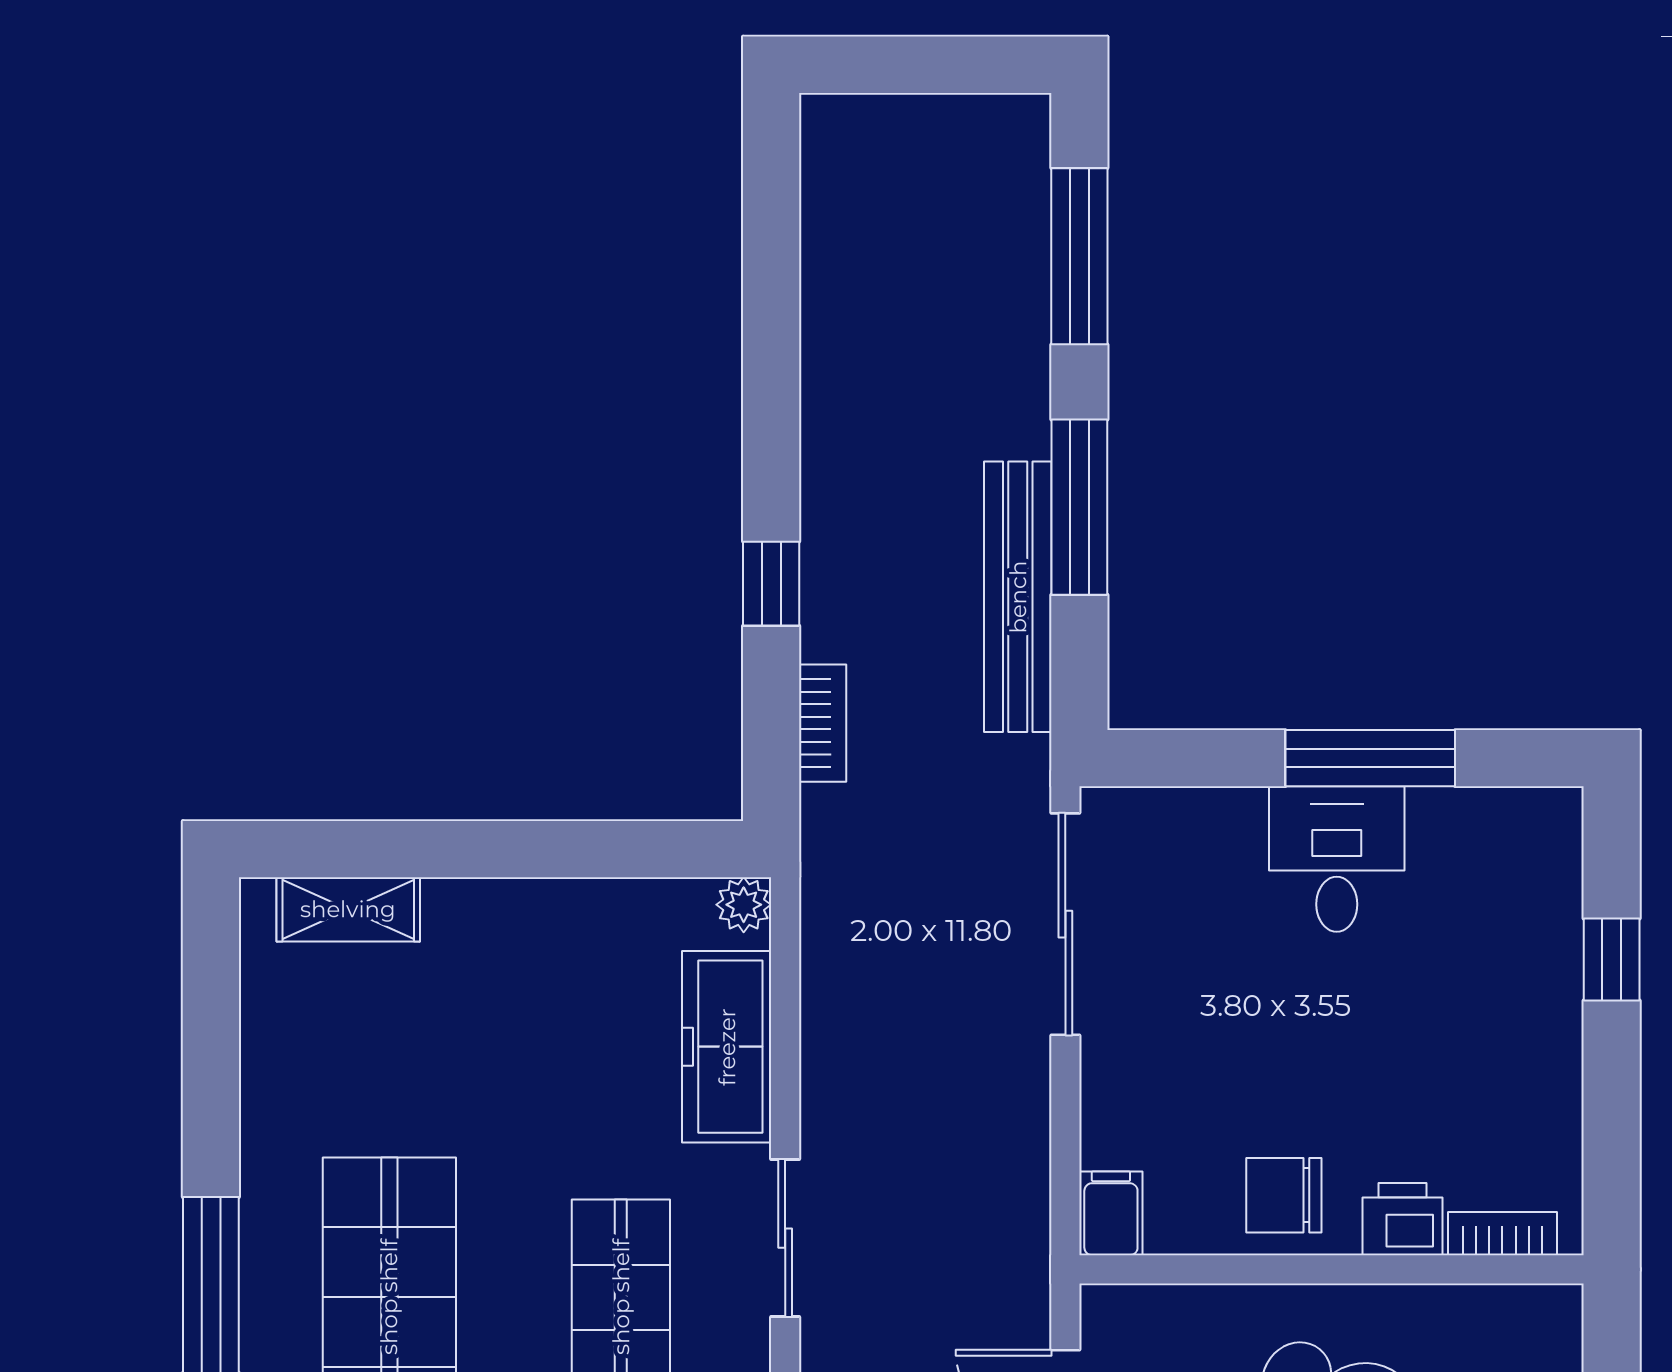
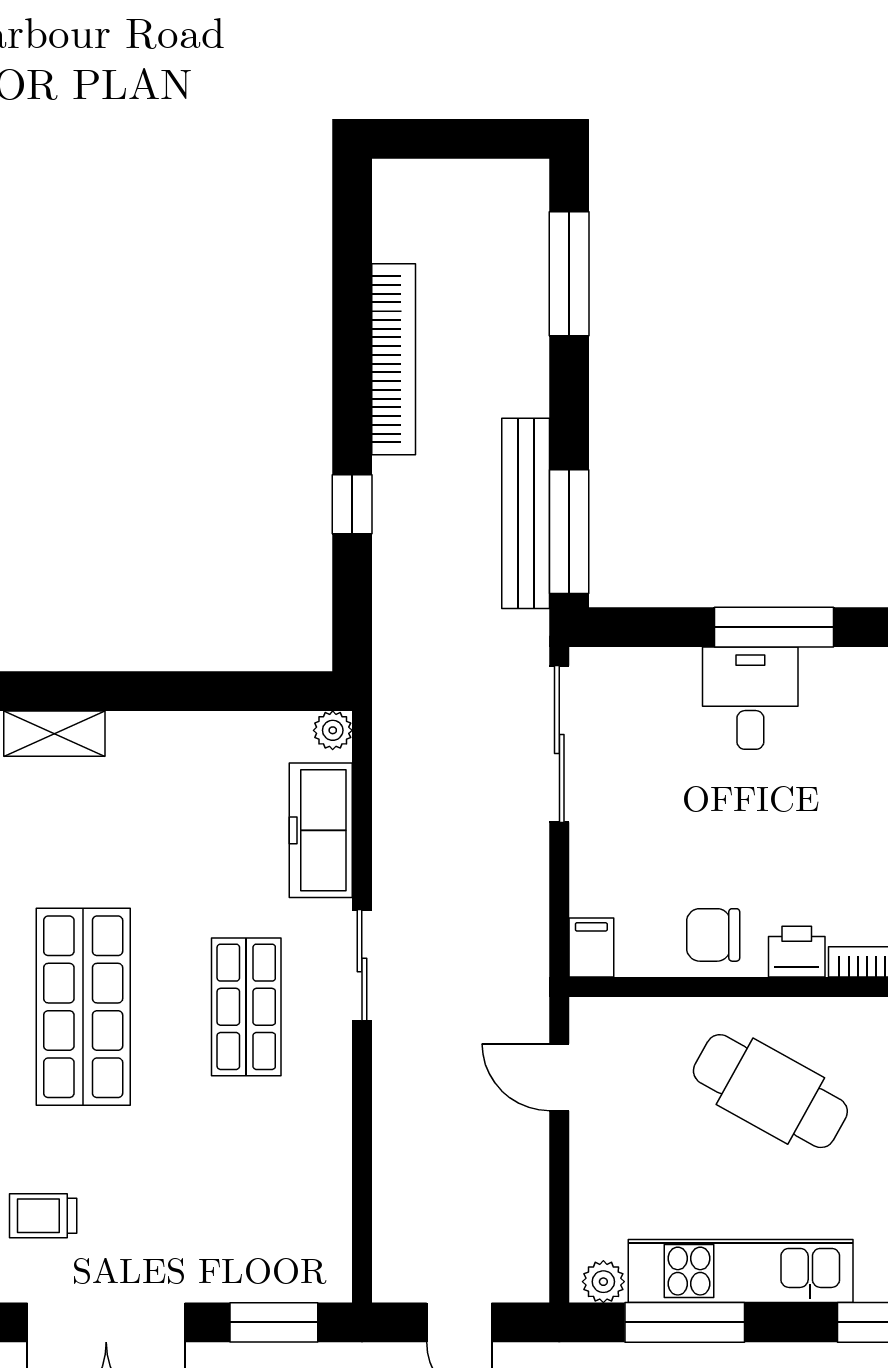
window: (1079, 507) -> (569, 532), moved
bookcase: (823, 723) -> (394, 359), moved, width x2.31, depth x1.31

